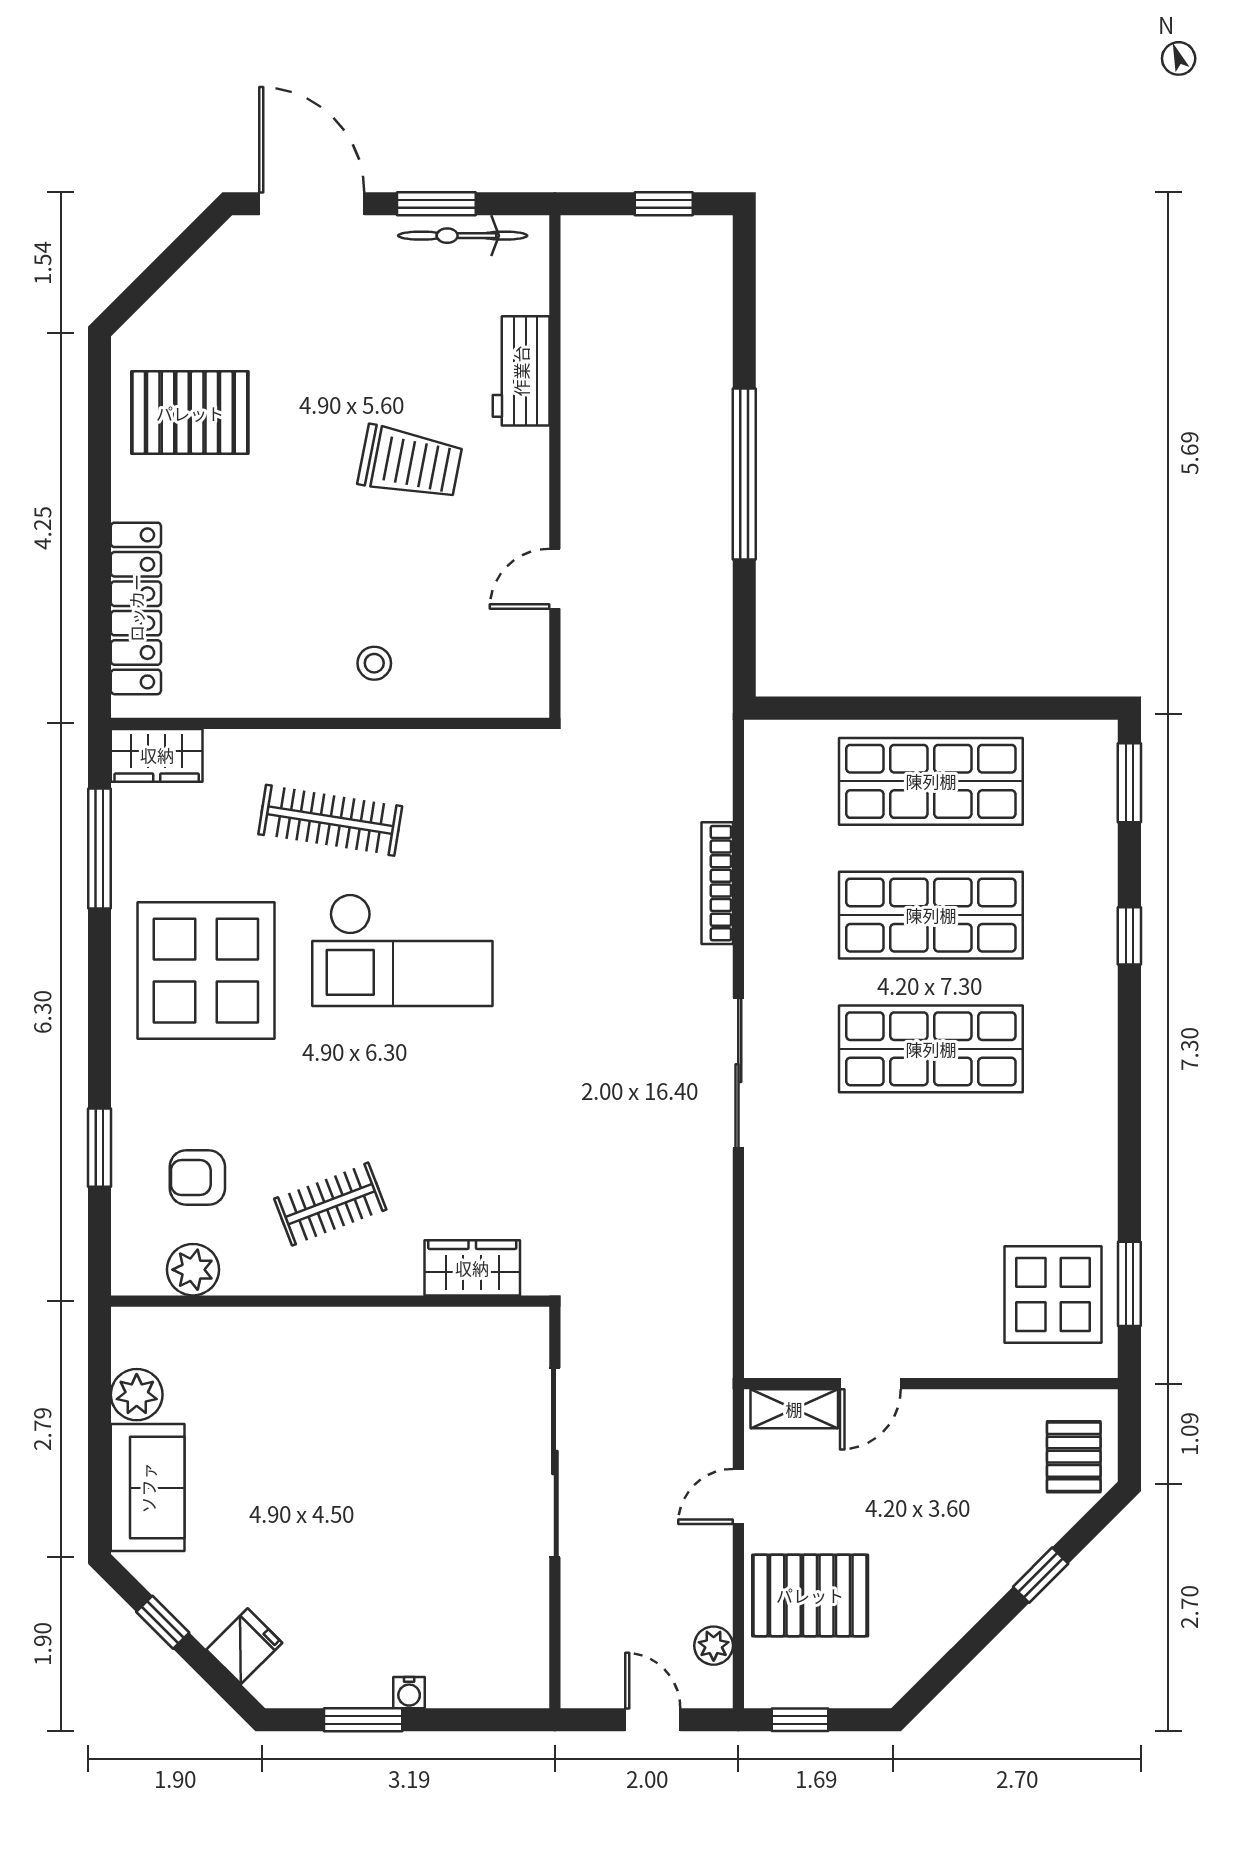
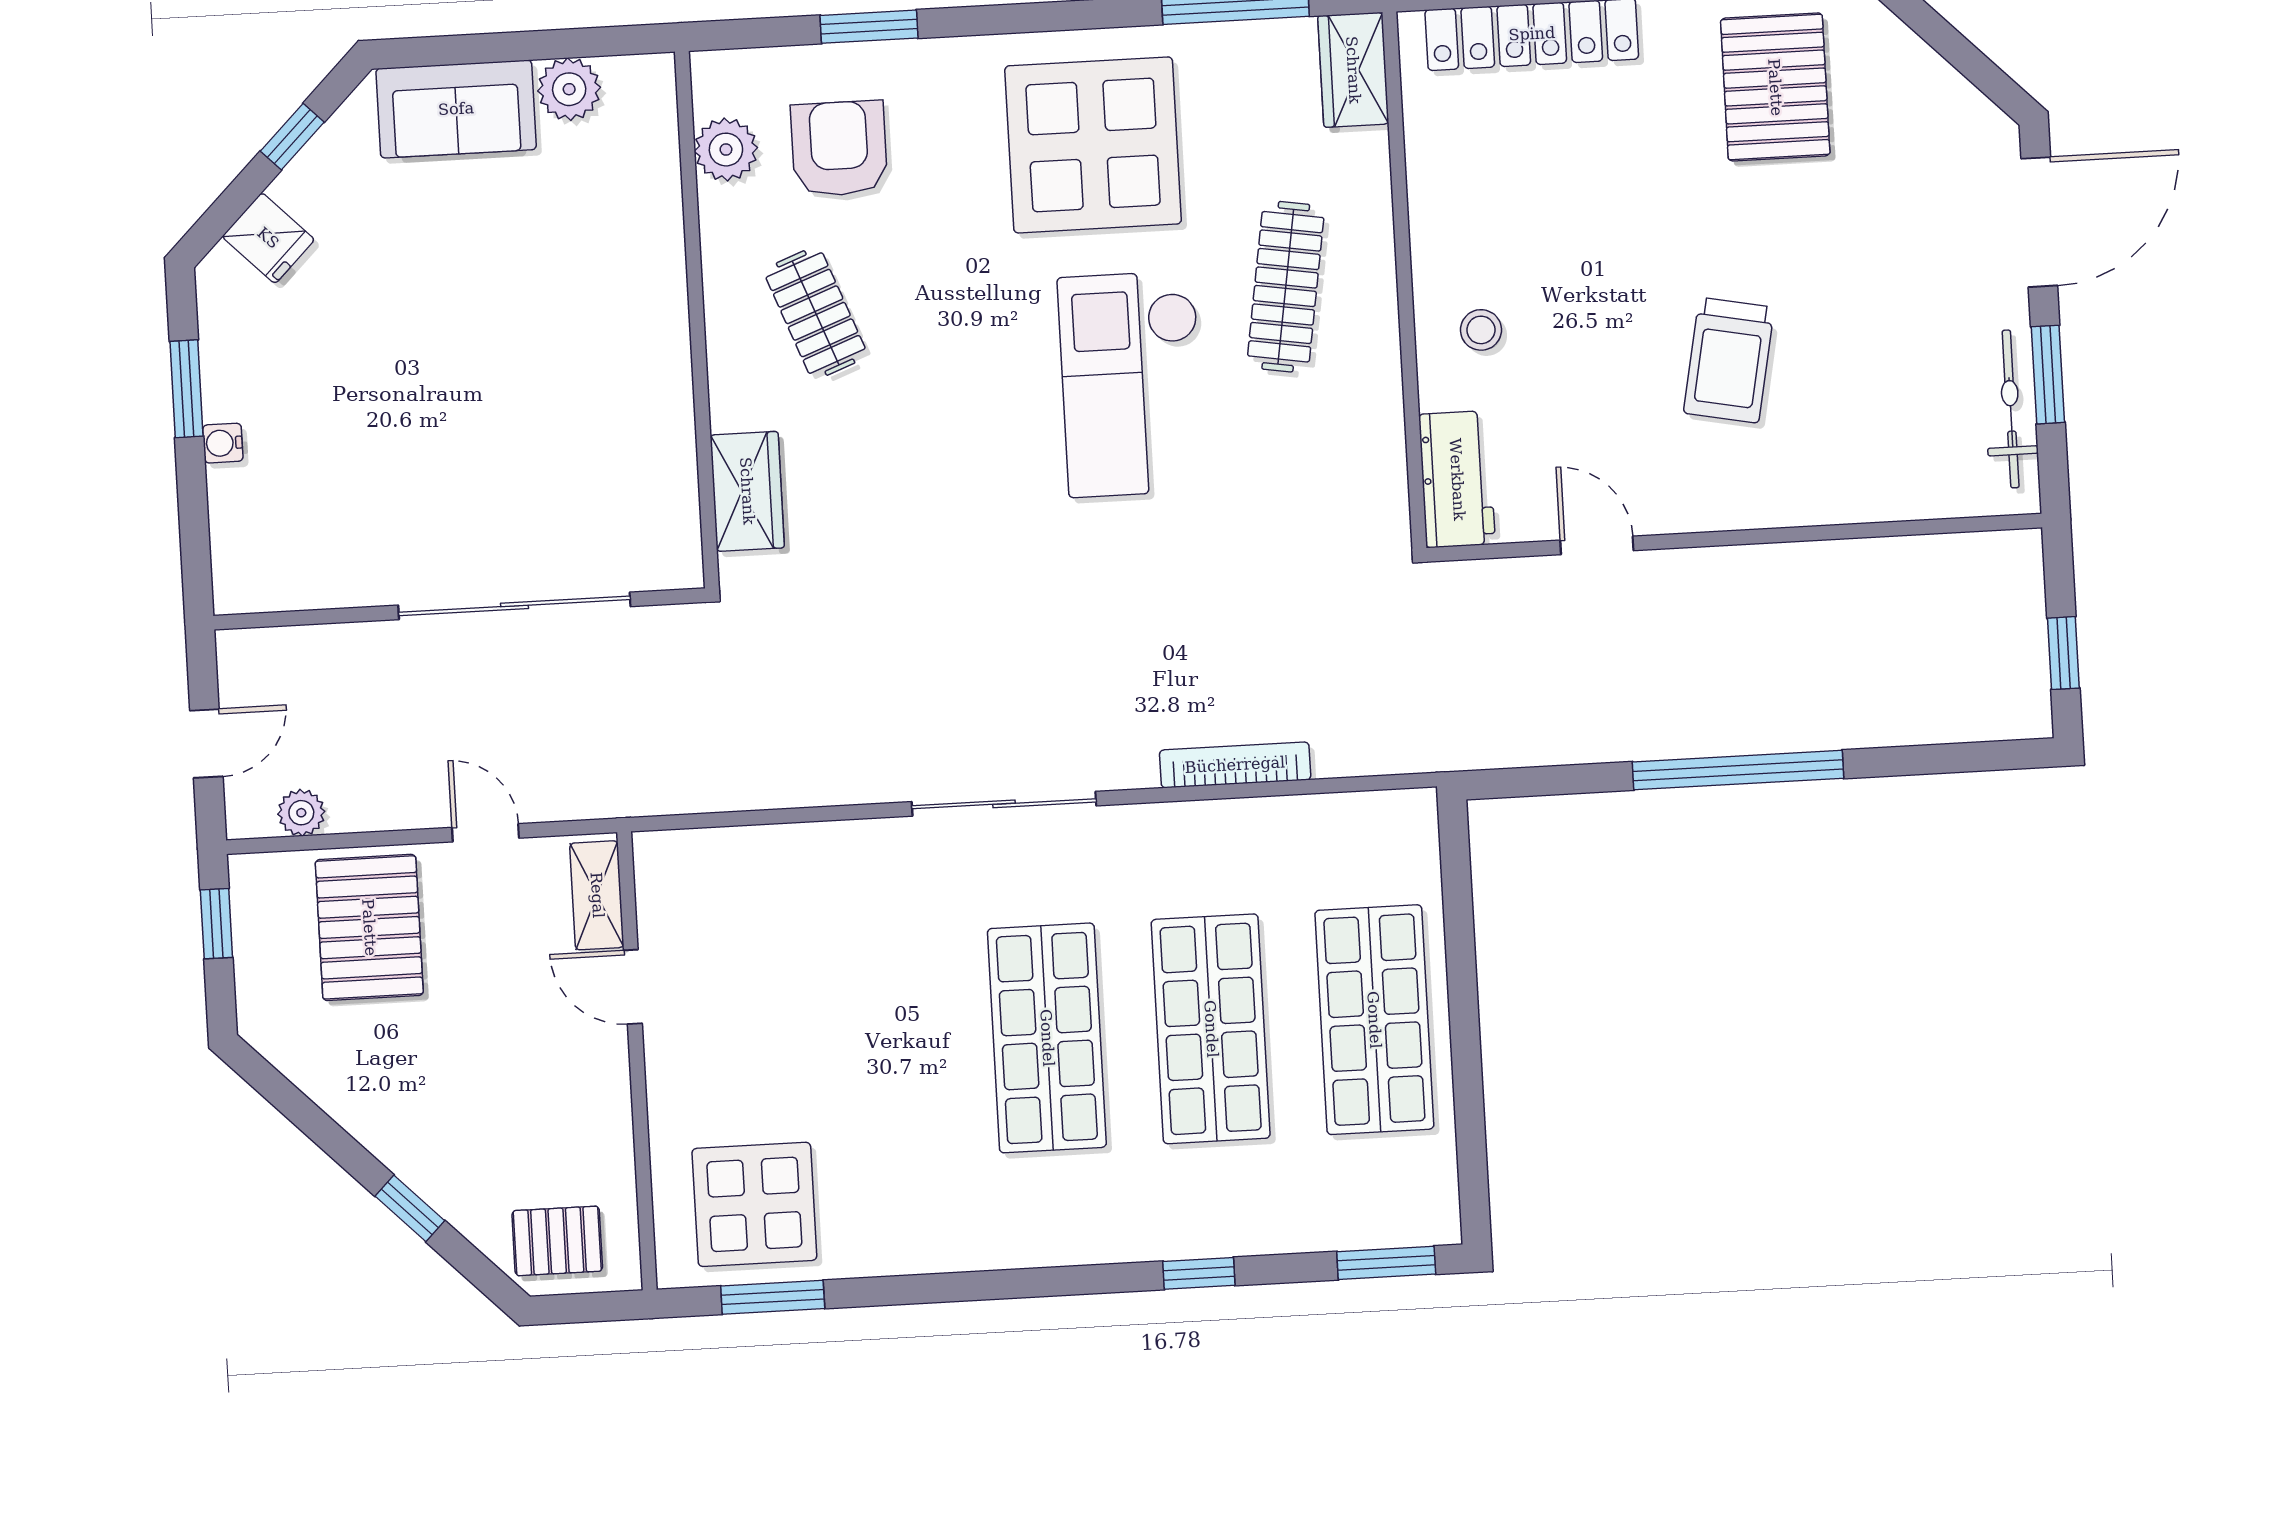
workbench: (521, 371) -> (1457, 479), moved, turned 90
armchair: (197, 1177) -> (839, 149), width x1.38, depth x1.38

